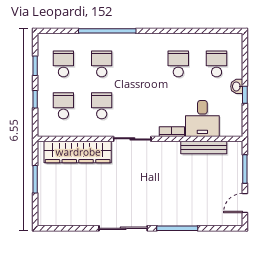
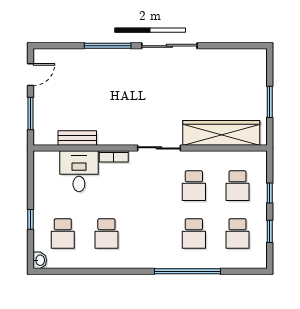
washbasin: (237, 86) -> (40, 260), moved
window: (245, 95) -> (30, 219), moved
bench: (204, 148) -> (77, 138), width x0.73

